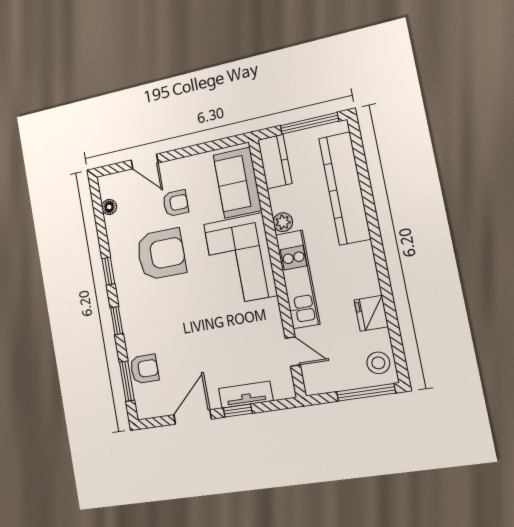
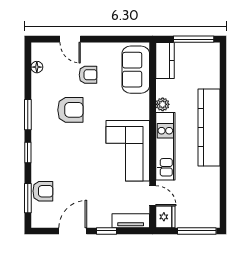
kitchen counter: (345, 188) -> (209, 128), moved
armchair: (161, 254) -> (70, 110), width x0.73, depth x0.73
corner sofa: (240, 260) -> (128, 151), moved
window: (108, 271) -> (28, 115), width x1.50
fridge: (371, 313) -> (165, 217), moved, turned 180
stool: (378, 363) -> (209, 212), removed
tv unit: (246, 395) -> (131, 221), moved

